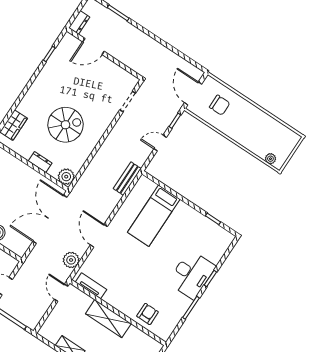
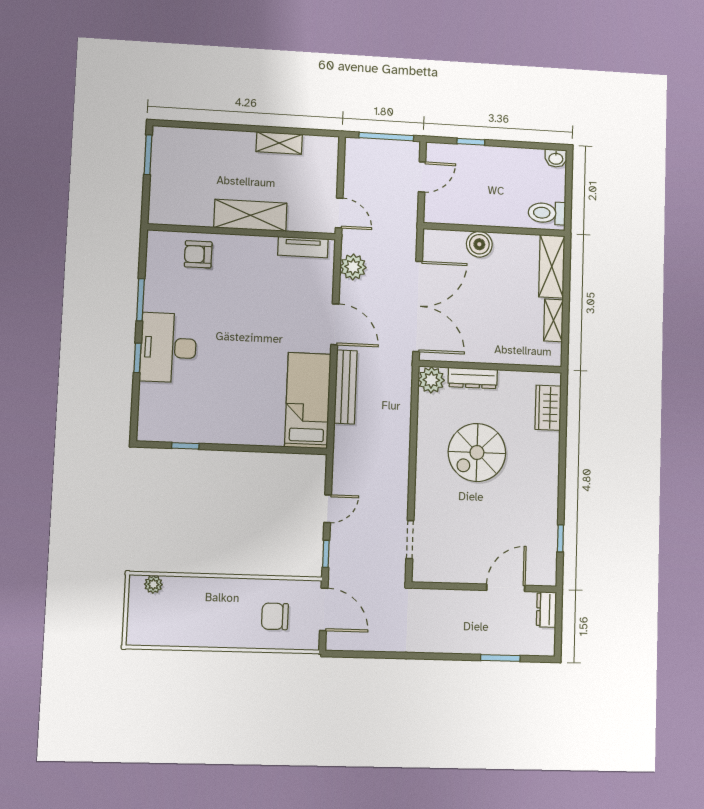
dresser: (40, 162) -> (473, 378), width x1.44
bench: (127, 179) -> (345, 387), moved, width x1.36
bed: (154, 216) -> (308, 400), moved
armchair: (148, 314) -> (198, 254), turned 90

